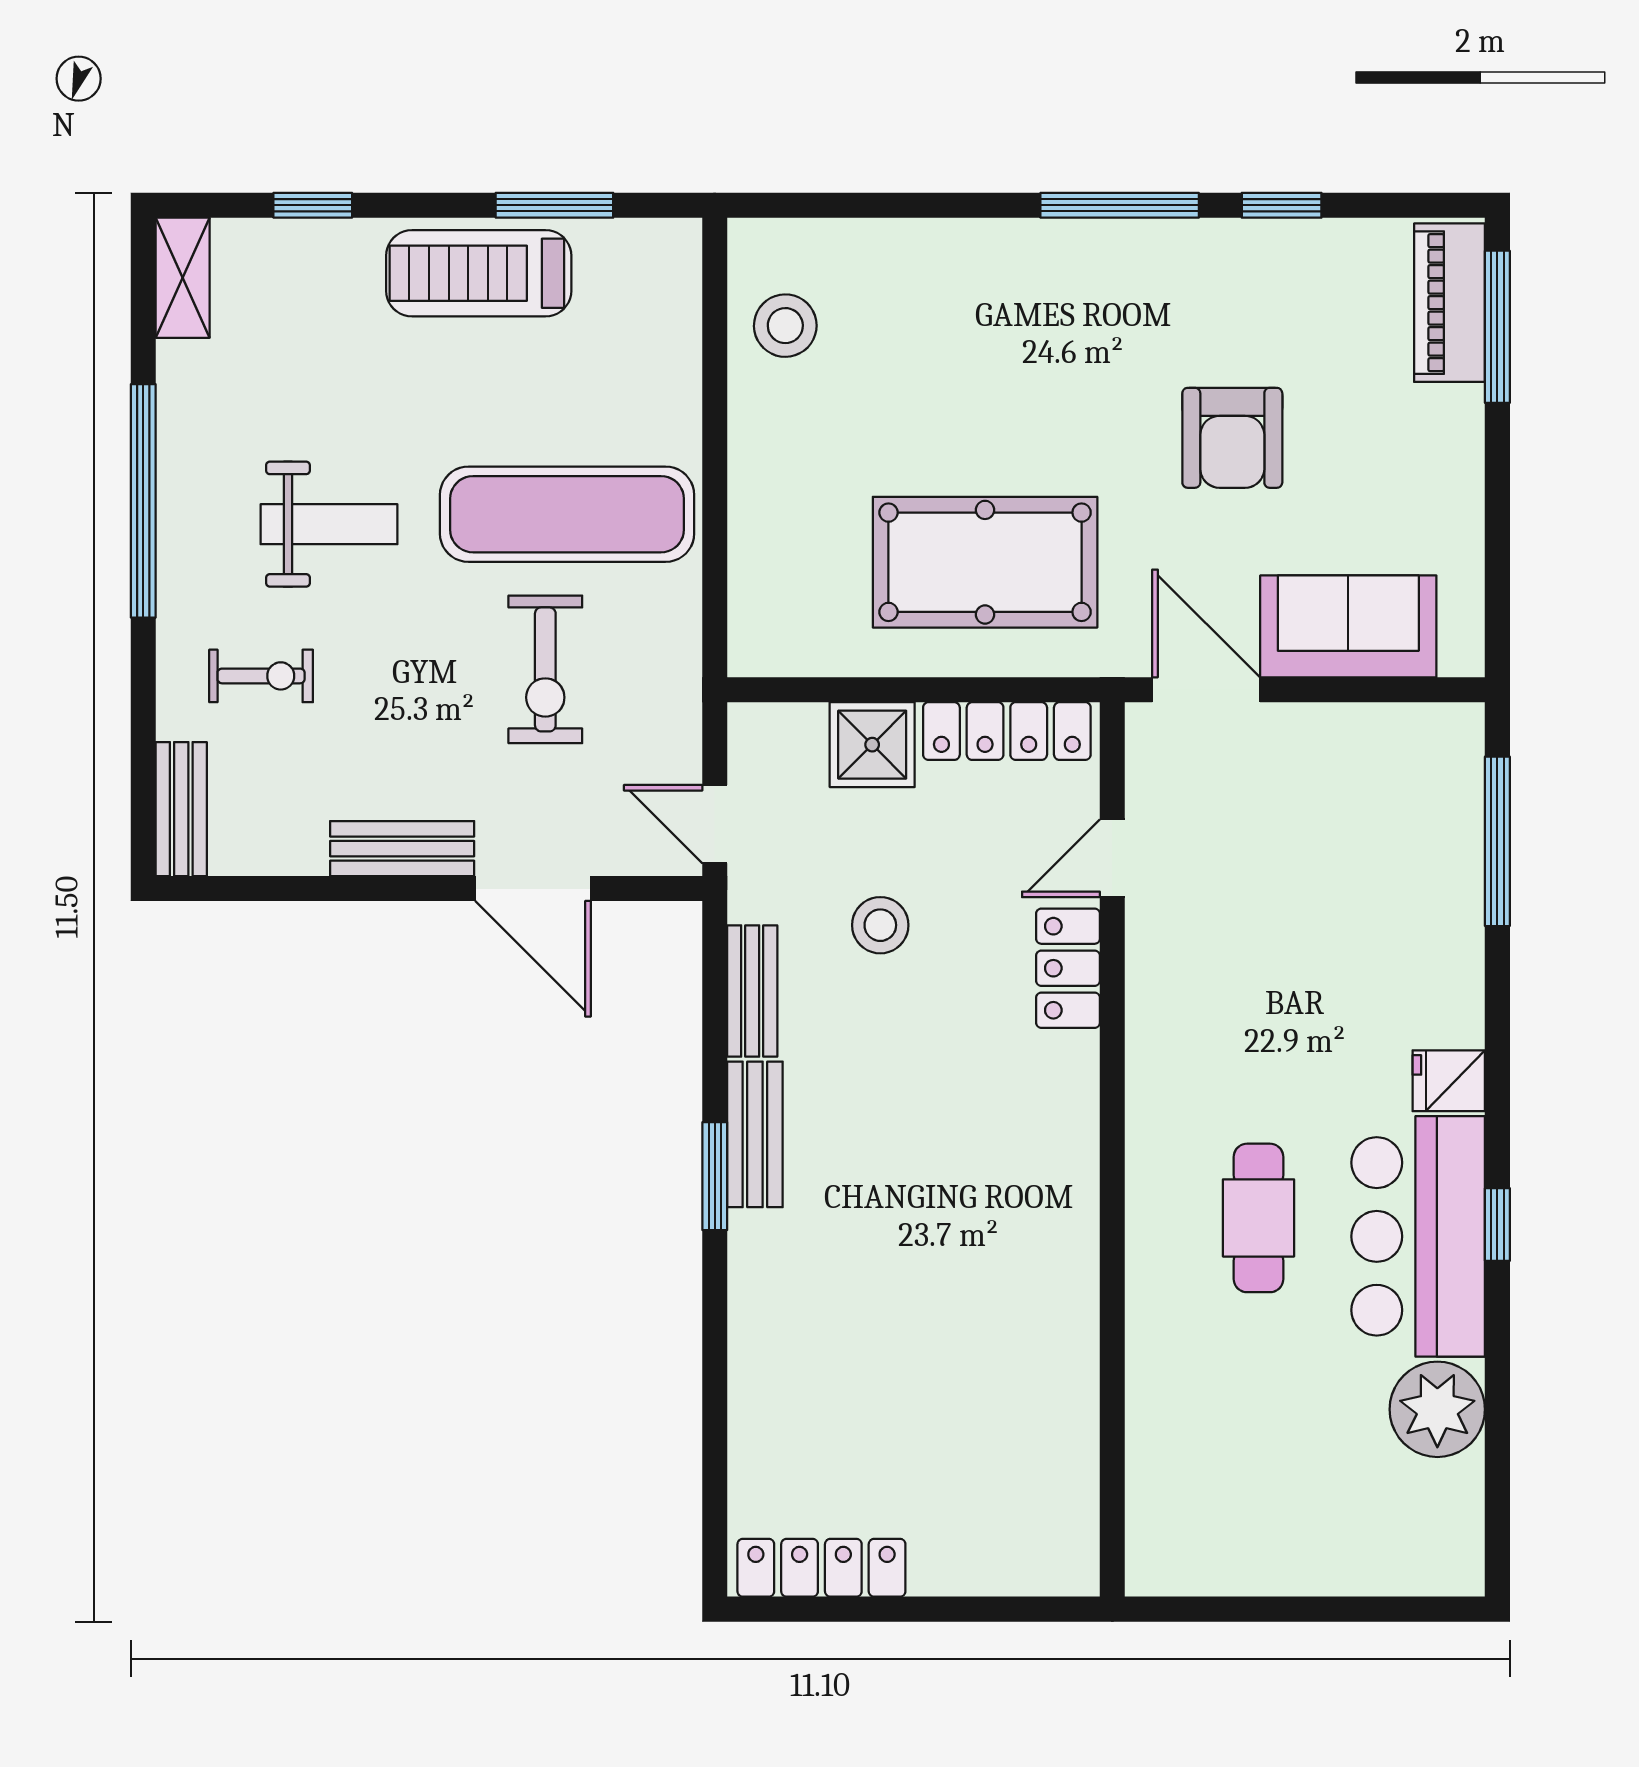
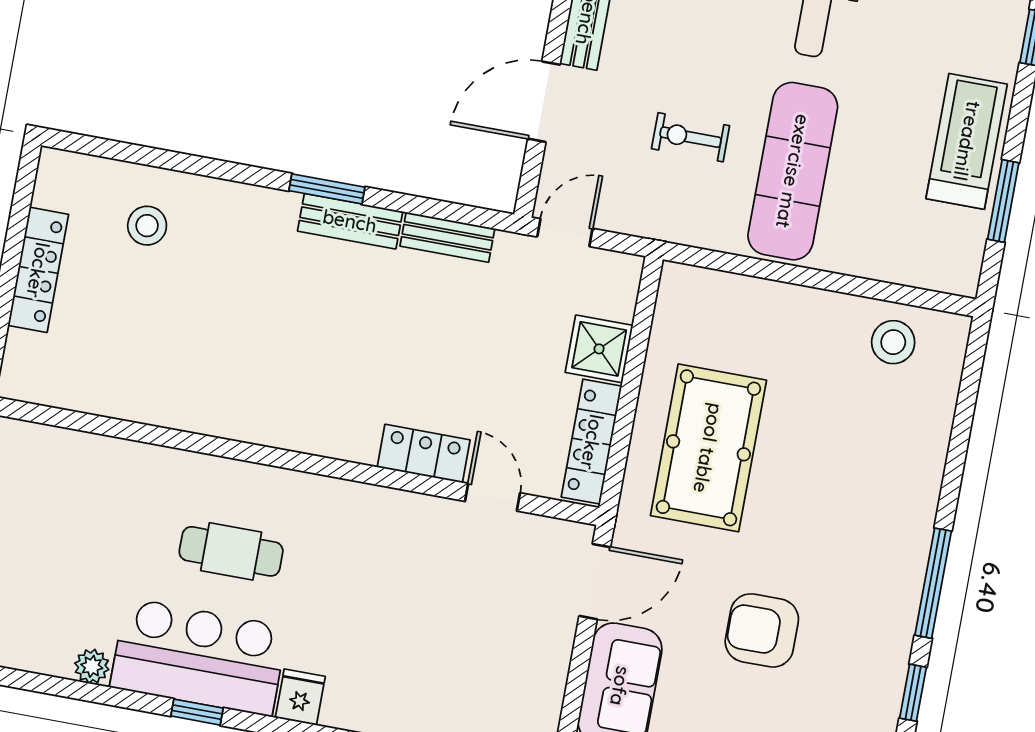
exercise bike: (545, 669) -> (691, 137), width x0.73, depth x0.72
stool: (880, 925) -> (147, 226), moved
plant: (1437, 1409) -> (92, 666), width x0.53, depth x0.53
locker: (821, 1568) -> (38, 270), moved

